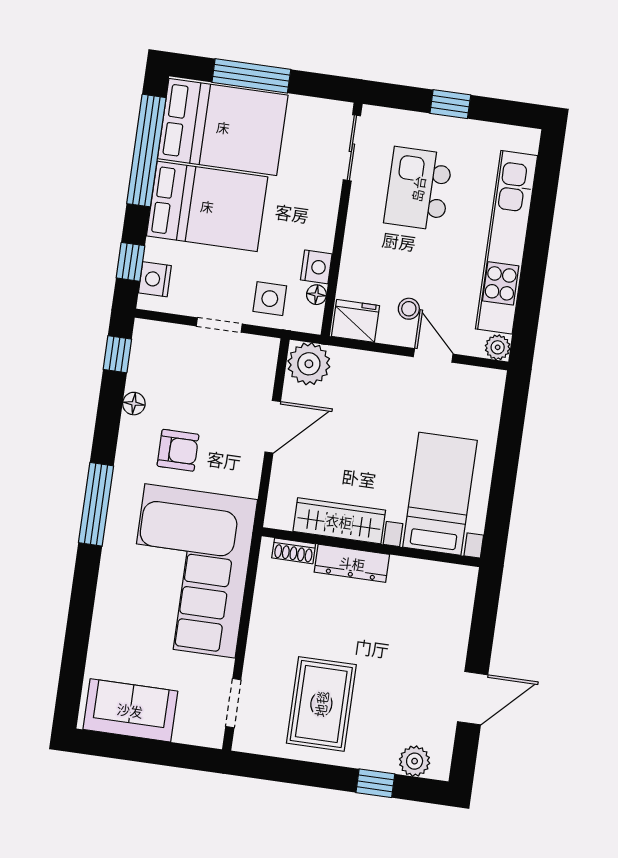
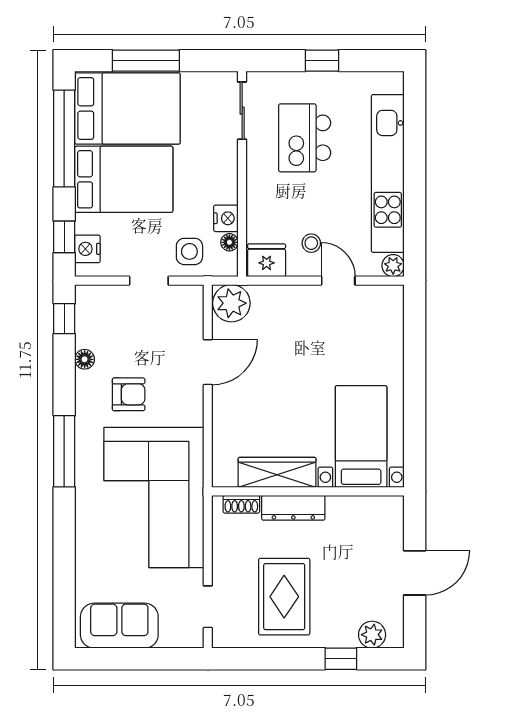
bed with nightstands: (440, 494) -> (361, 437), moved
wardrobe: (339, 521) -> (277, 472), moved
wall: (371, 547) -> (308, 491), moved
shoe rack: (294, 551) -> (241, 504), moved
dresser: (352, 563) -> (293, 508), moved

